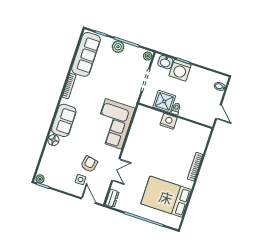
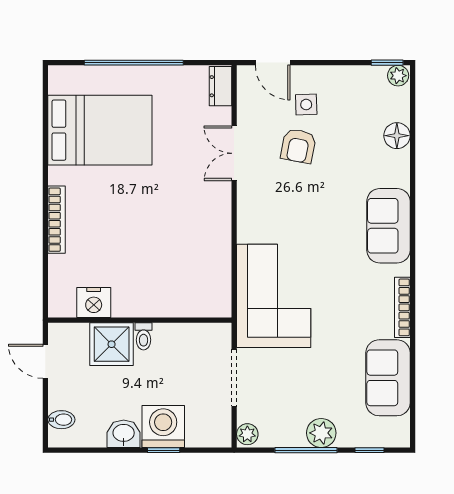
sofa: (86, 54) -> (388, 378), width x0.73
washbasin: (165, 62) -> (124, 434), moved
shower: (164, 101) -> (112, 344), moved
nightstand: (169, 121) -> (94, 302), moved
corner sofa: (113, 124) -> (274, 296), moved
floor lamp: (53, 140) -> (397, 136), moved

